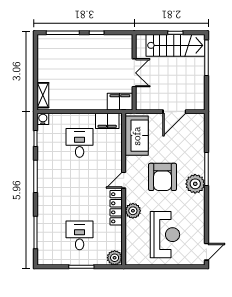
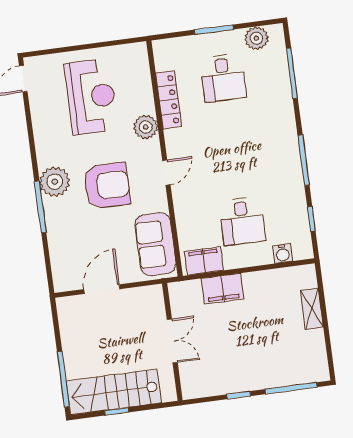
double door: (134, 73) -> (172, 341), swing flipped
shelving: (43, 95) -> (312, 309), moved
filing cabinet: (120, 102) -> (223, 289), moved
water cooler: (43, 119) -> (283, 253), moved
armchair: (163, 177) -> (107, 185), turned 90
locker: (116, 208) -> (169, 100), moved
reception desk: (165, 235) -> (91, 97), turned 180
plant: (115, 258) -> (256, 38), moved

